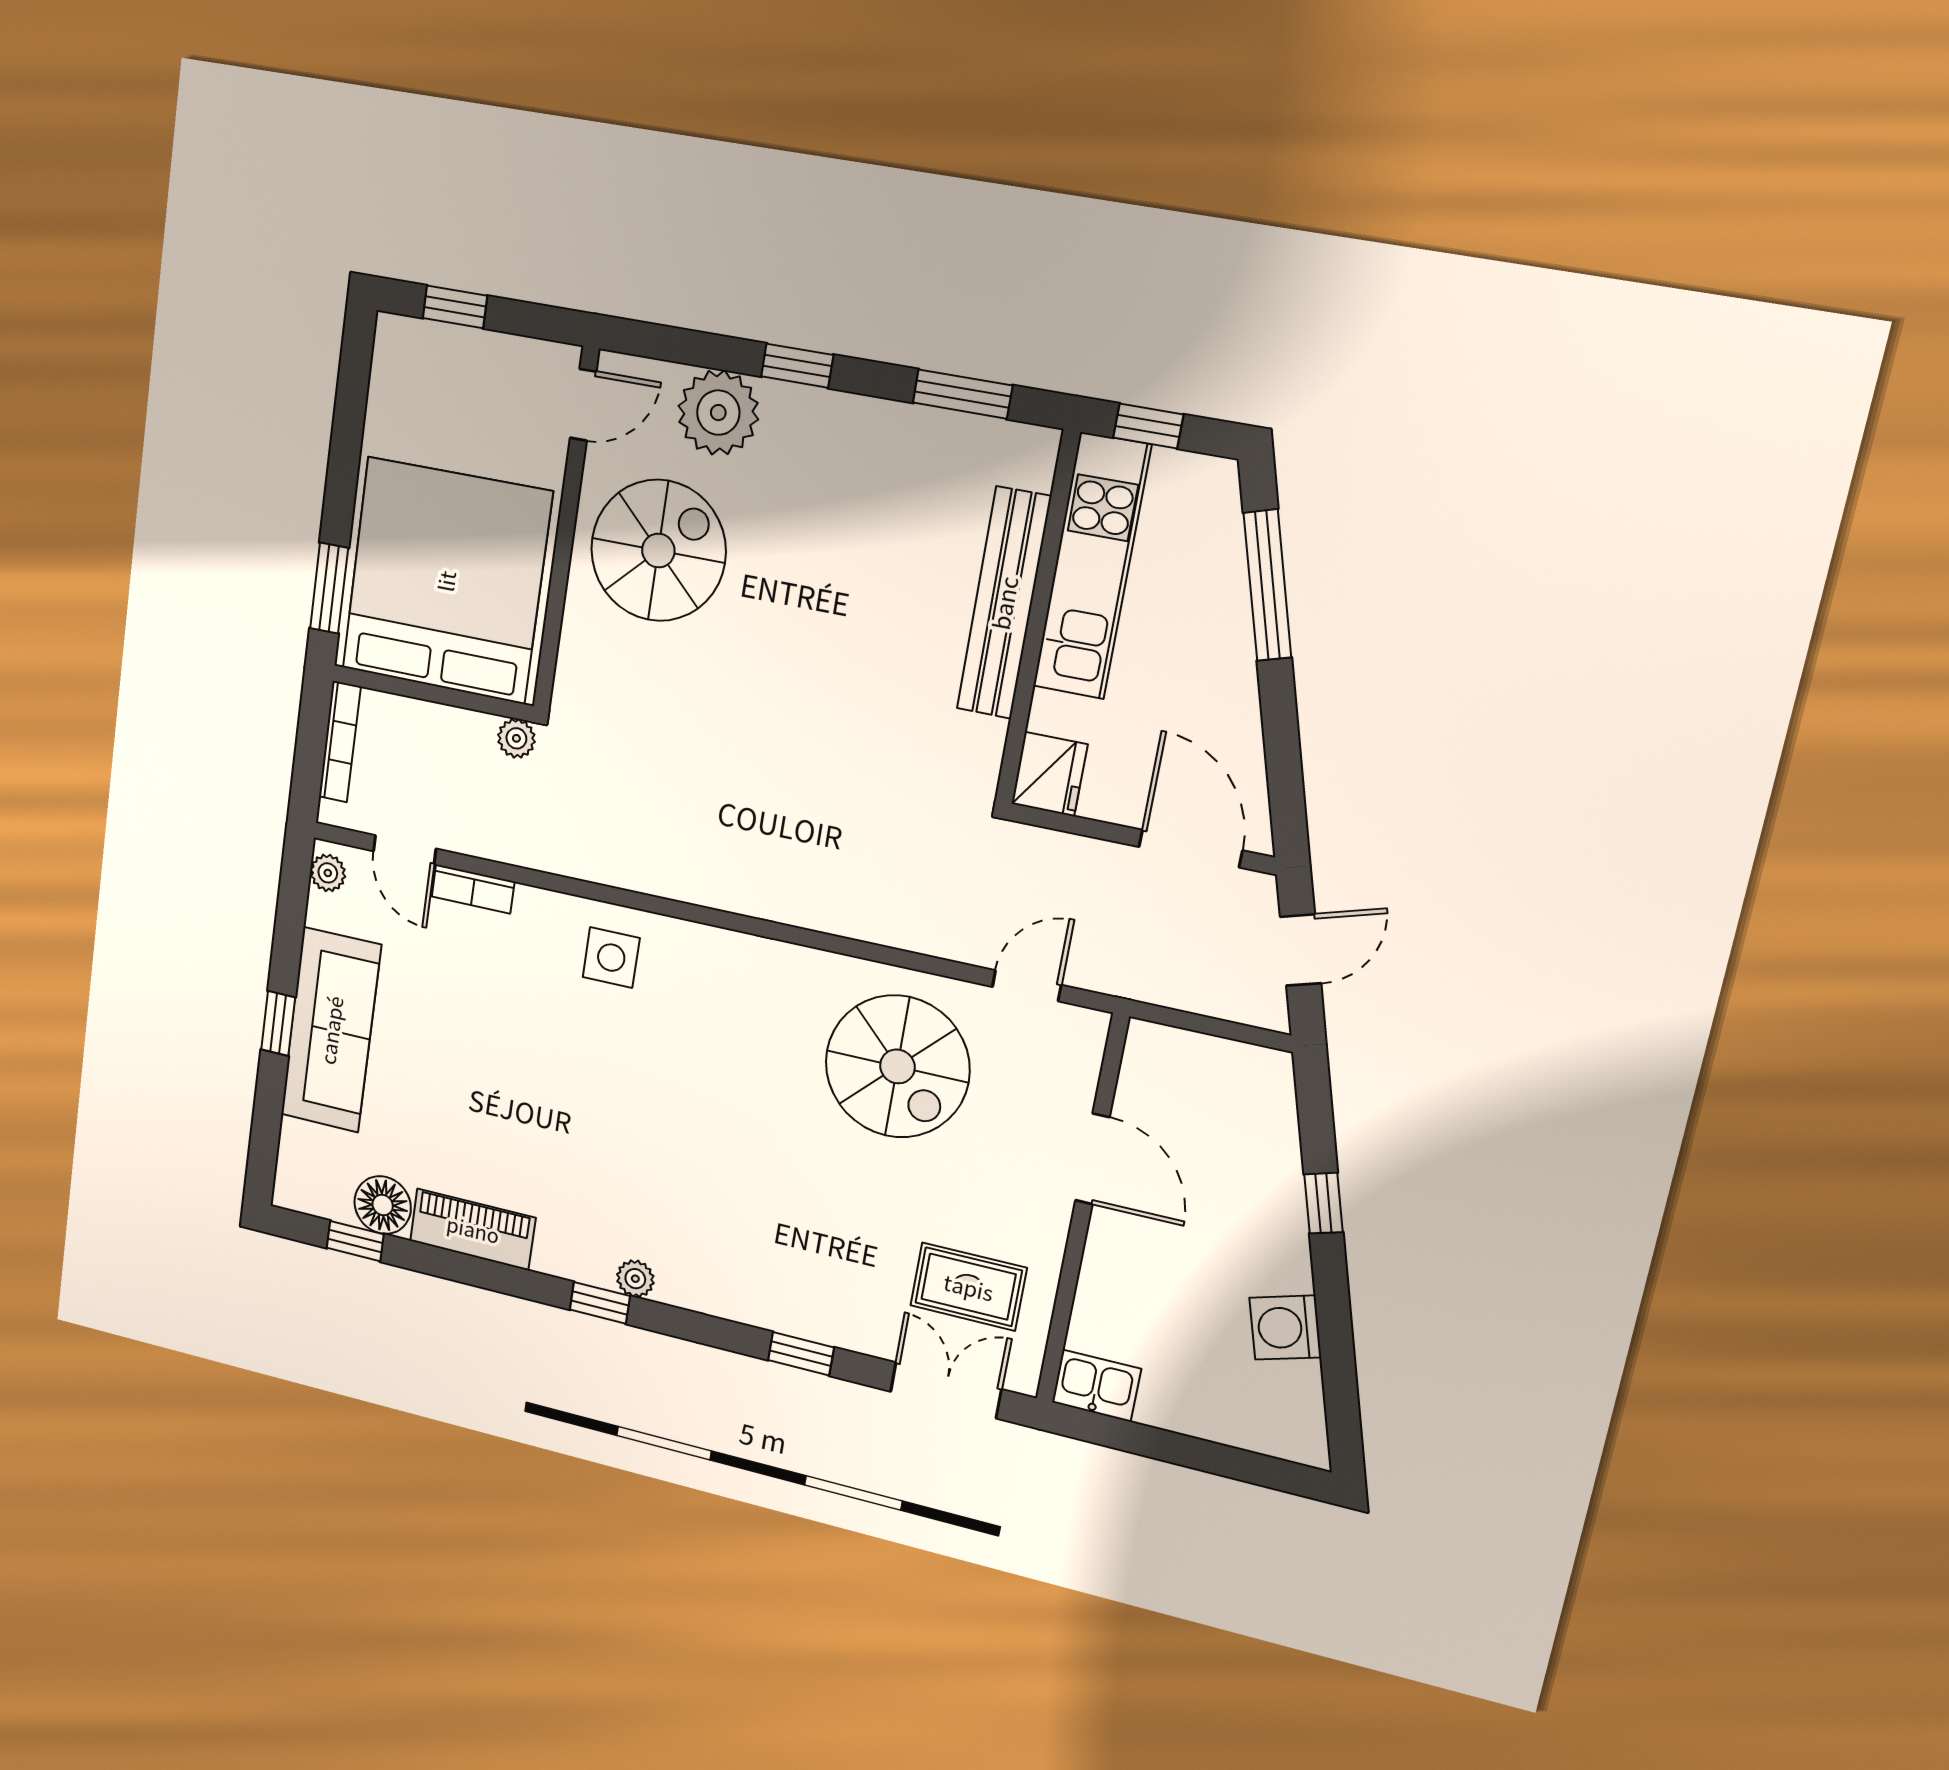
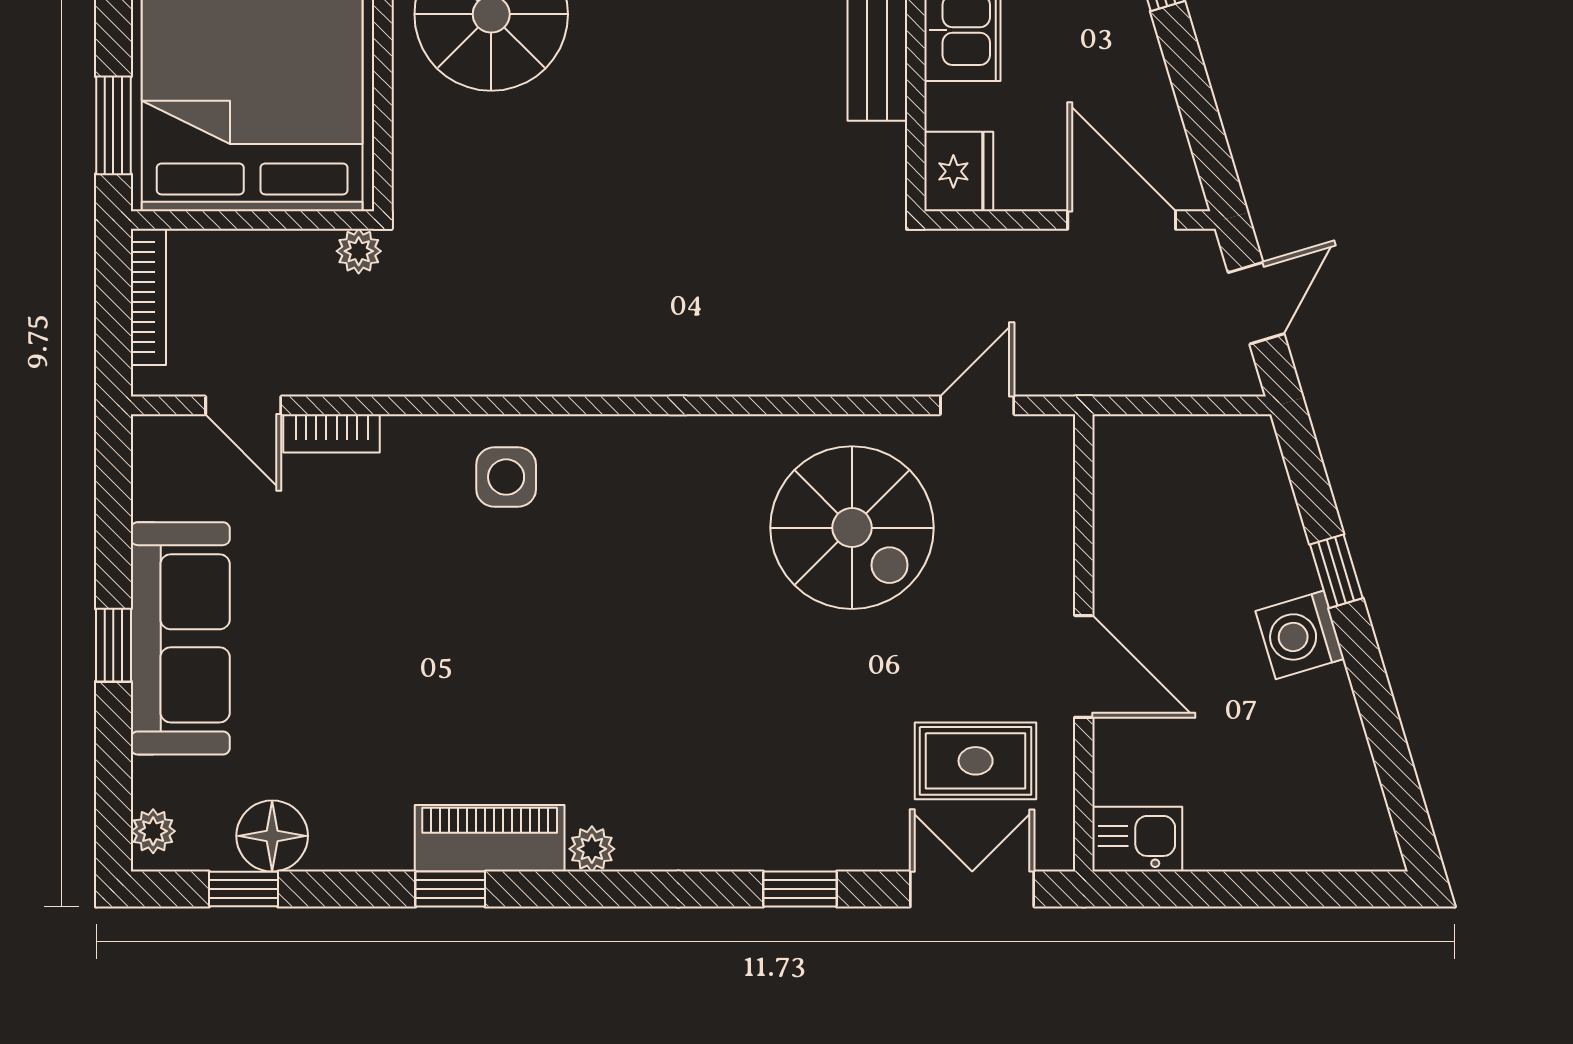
plant: (328, 873) -> (153, 831), moved
door: (1092, 1159) -> (1084, 666), moved
piano: (473, 1229) -> (490, 838), moved
window: (600, 1303) -> (450, 889), moved
washing machine: (1285, 1328) -> (1300, 635), moved

